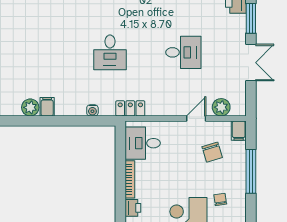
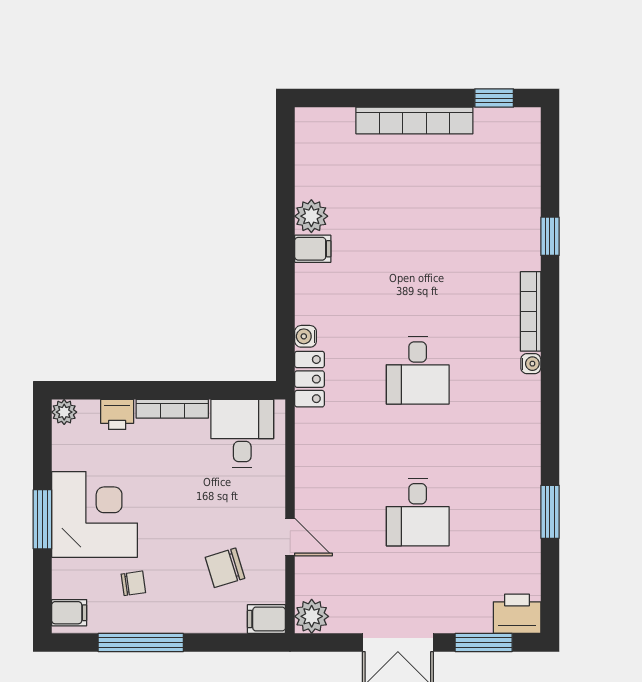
desk: (110, 52) -> (418, 370), turned -90
plant: (221, 107) -> (312, 616), moved
locker: (130, 108) -> (310, 379), moved
window: (251, 171) -> (141, 643), moved

